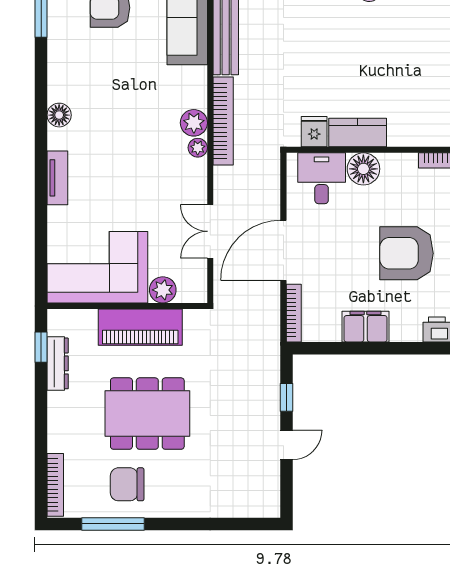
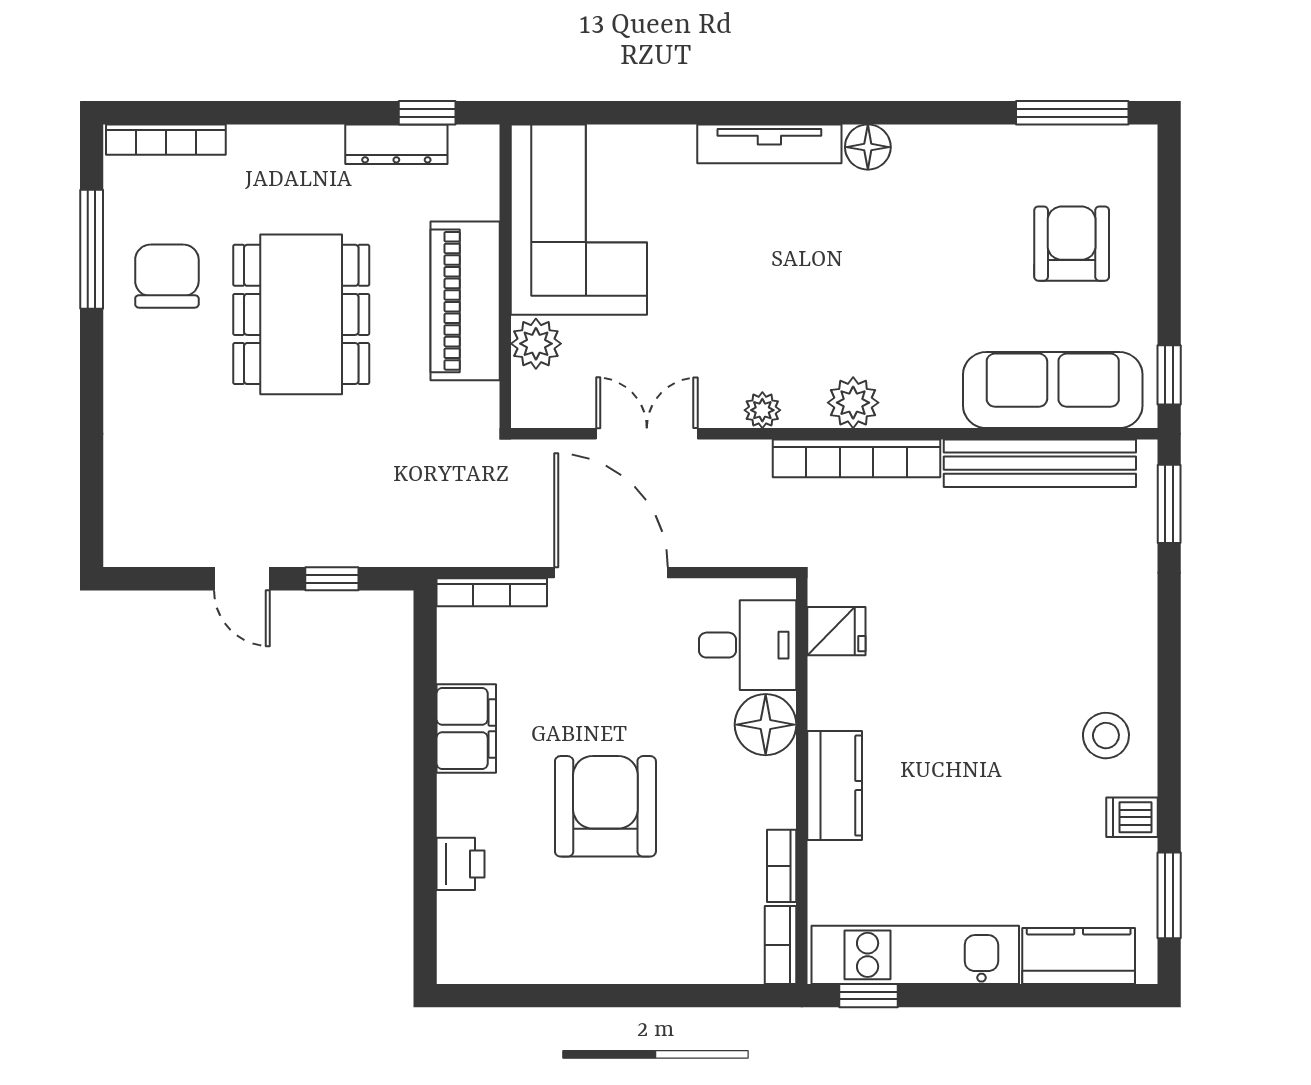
kitchen counter: (358, 133) -> (835, 786), moved
plant: (198, 148) -> (762, 410), moved
tv unit: (57, 178) -> (769, 144), width x1.41

